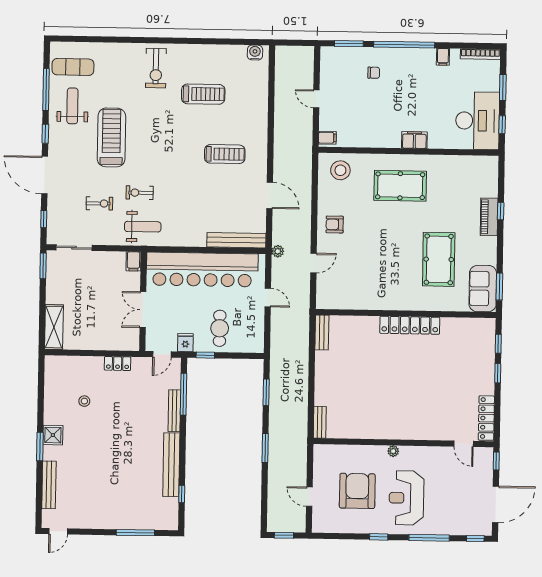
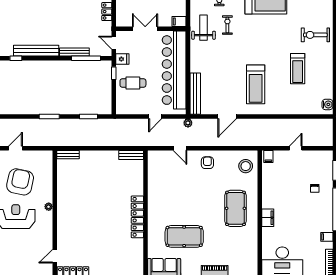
treadmill: (225, 154) -> (256, 84), width x1.37, depth x1.38
weight bench: (143, 227) -> (204, 28), turned 180
armchair: (357, 491) -> (20, 182), turned -78

